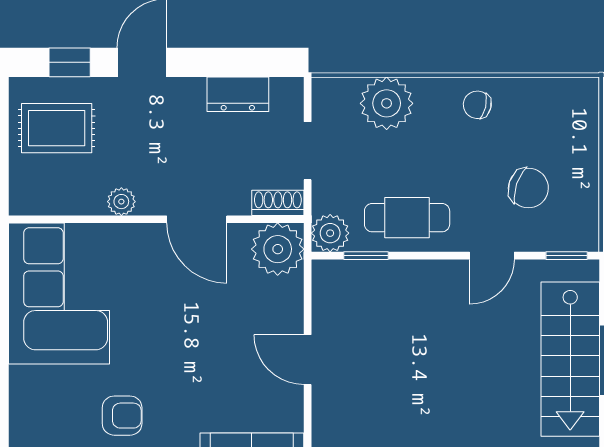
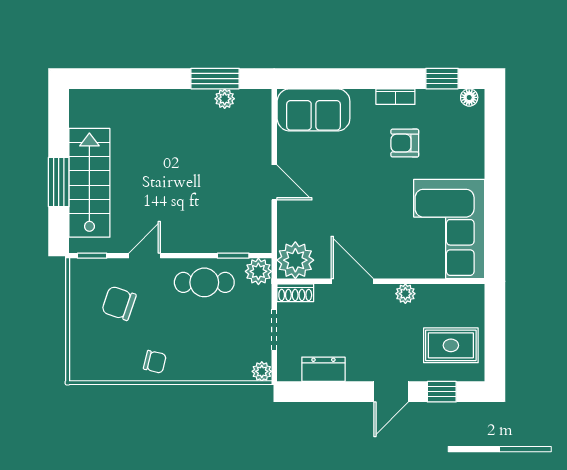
plant: (387, 103) -> (262, 371), moved, width x0.53, depth x0.53

